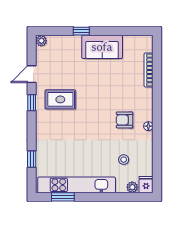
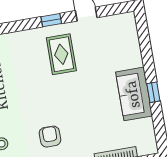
window: (81, 31) -> (153, 92), moved
plant: (41, 41) -> (129, 19), removed

